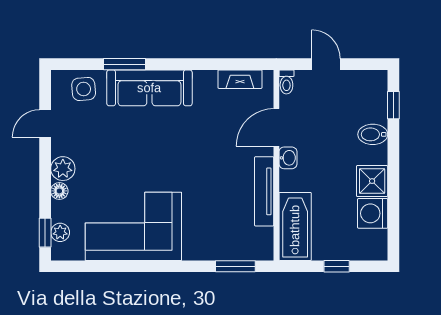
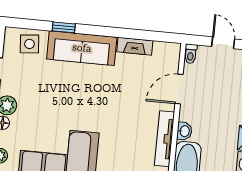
window: (124, 64) -> (64, 27), width x0.67
fireplace: (240, 79) -> (135, 46), moved
washbasin: (288, 158) -> (184, 131), moved

